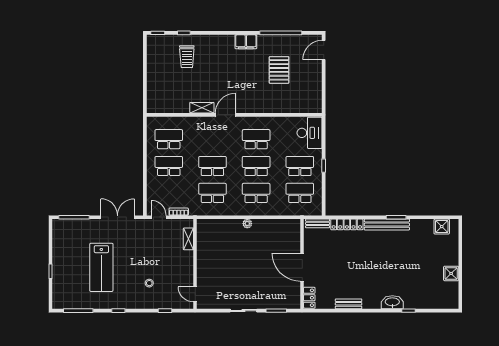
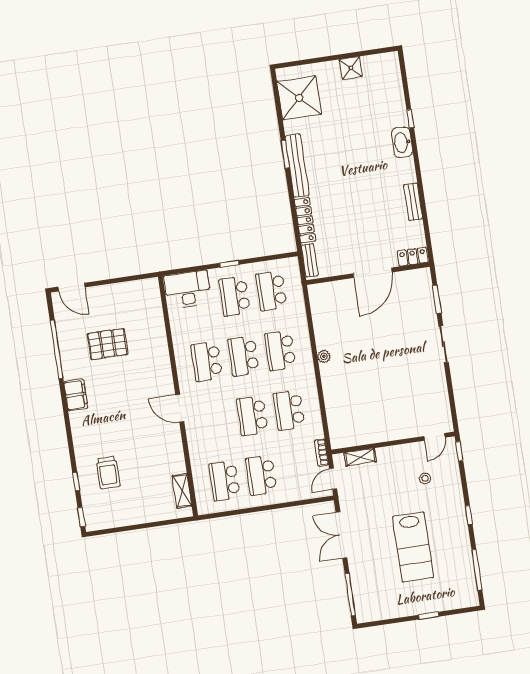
trolley: (187, 57) -> (108, 473), turned 90
shelving: (202, 108) -> (182, 491), moved
shower: (442, 227) -> (299, 98), width x1.86, depth x1.86
shelving: (188, 239) -> (360, 457), moved
wall: (195, 264) -> (393, 443), moved
lab bench: (101, 267) -> (413, 547), turned 90
door: (195, 294) -> (434, 437), moved

